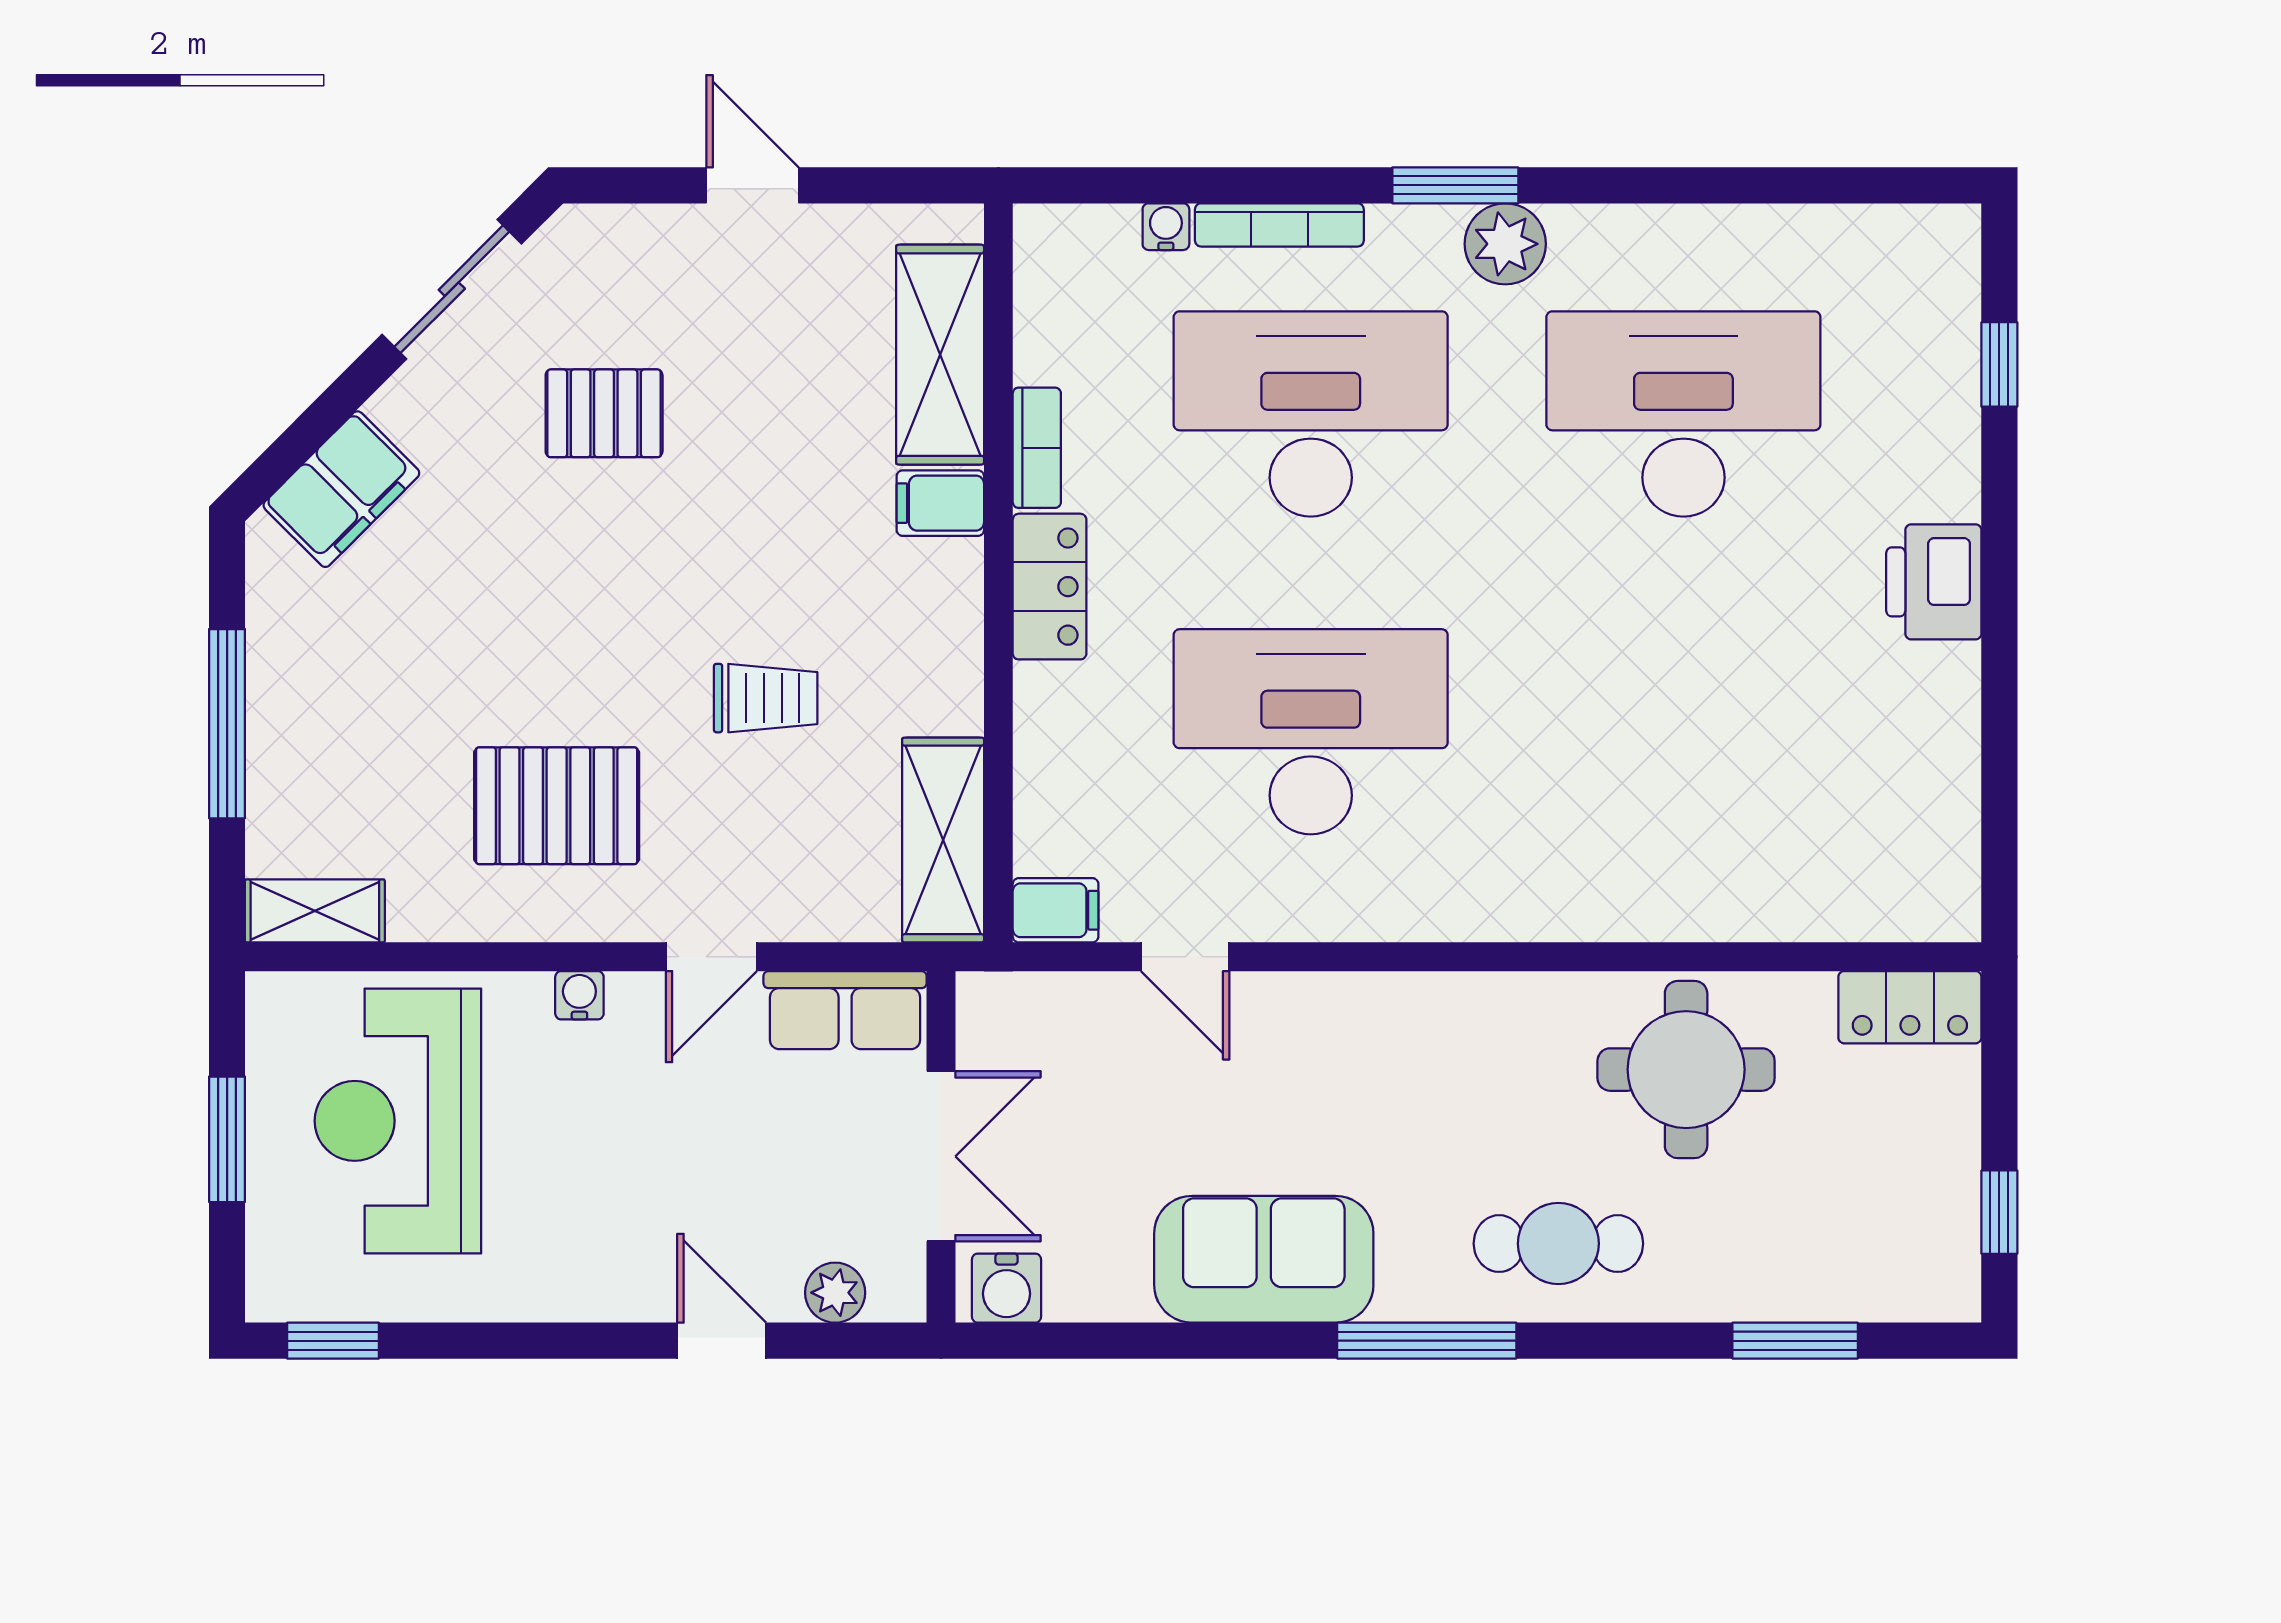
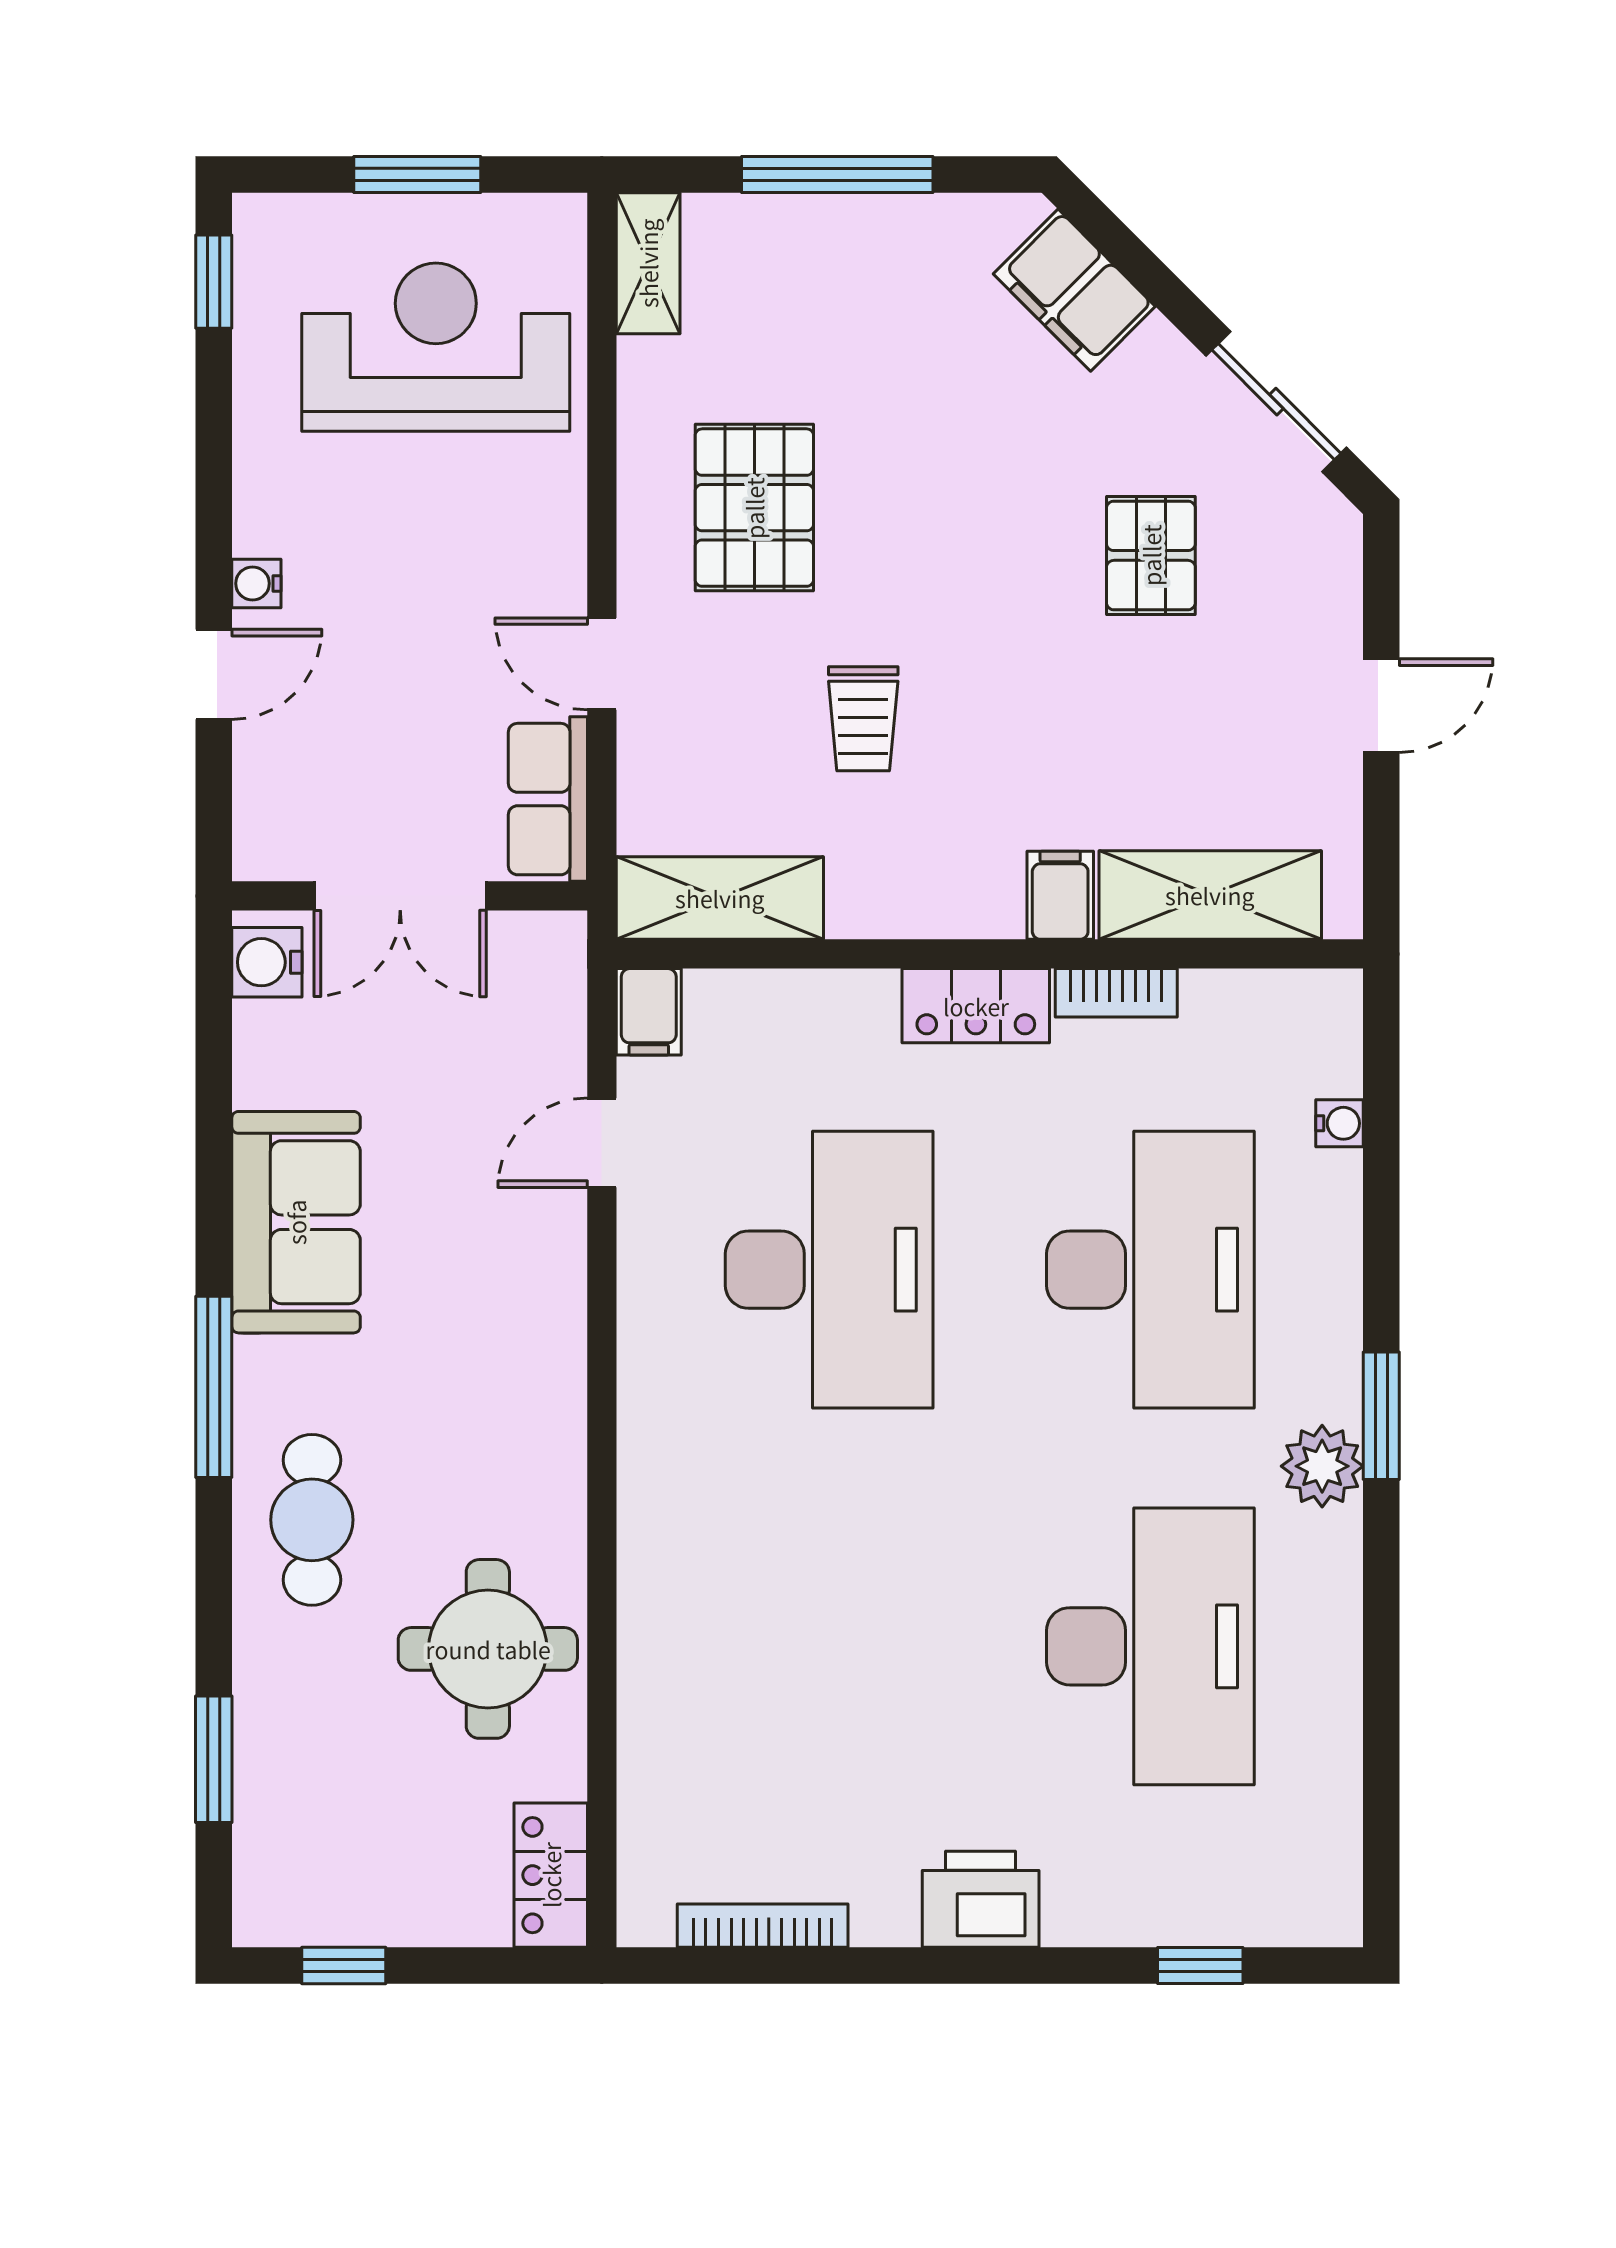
bookcase: (1279, 225) -> (763, 1926), moved, turned 90
water cooler: (579, 995) -> (256, 583), moved, turned 180
plant: (835, 1293) -> (262, 789), removed

